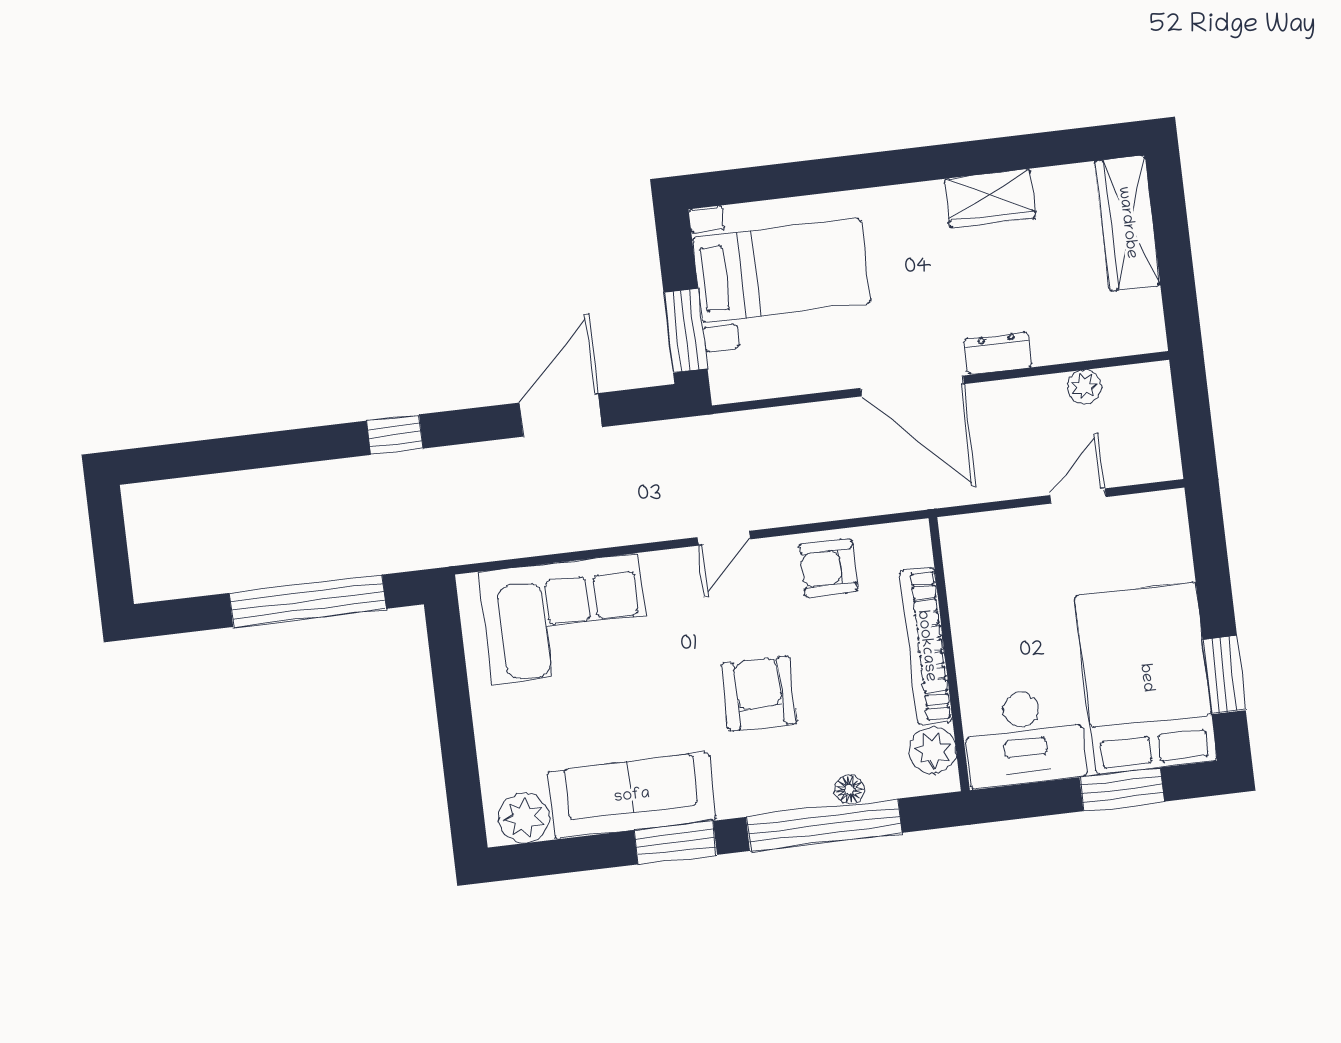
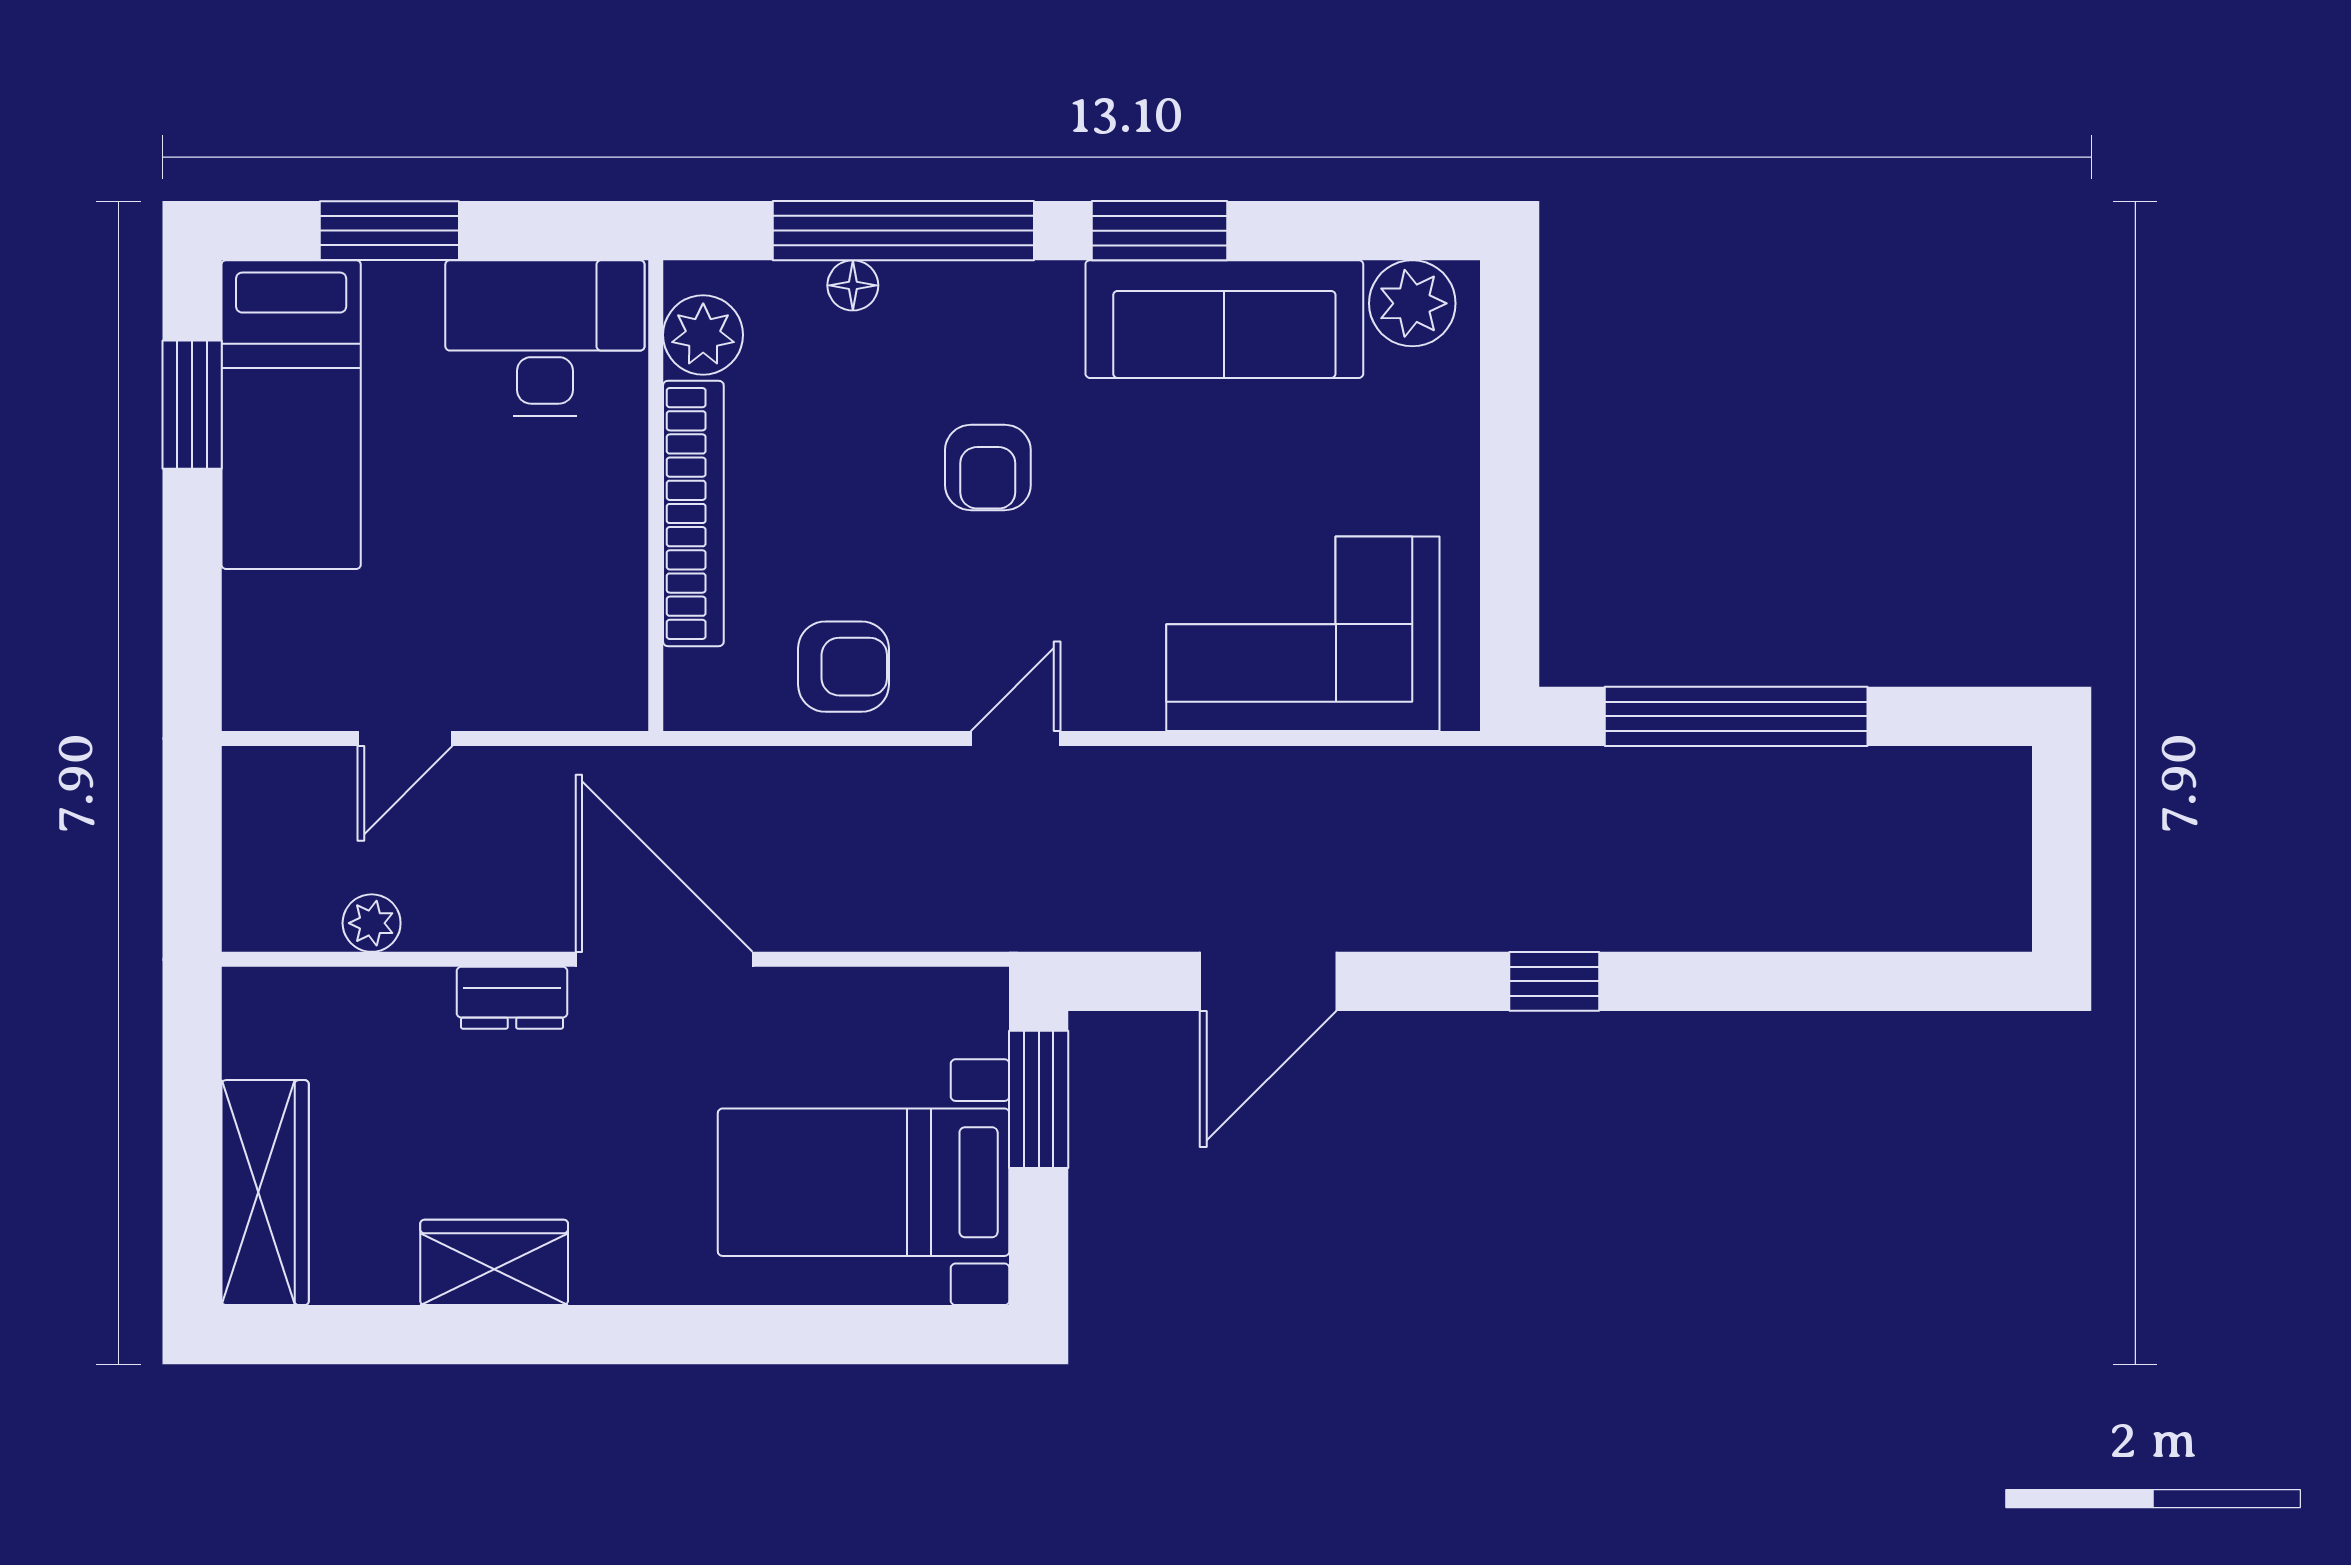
bed: (1146, 678) -> (291, 415), width x0.67
armchair: (759, 693) -> (988, 468), width x0.72, depth x0.72

